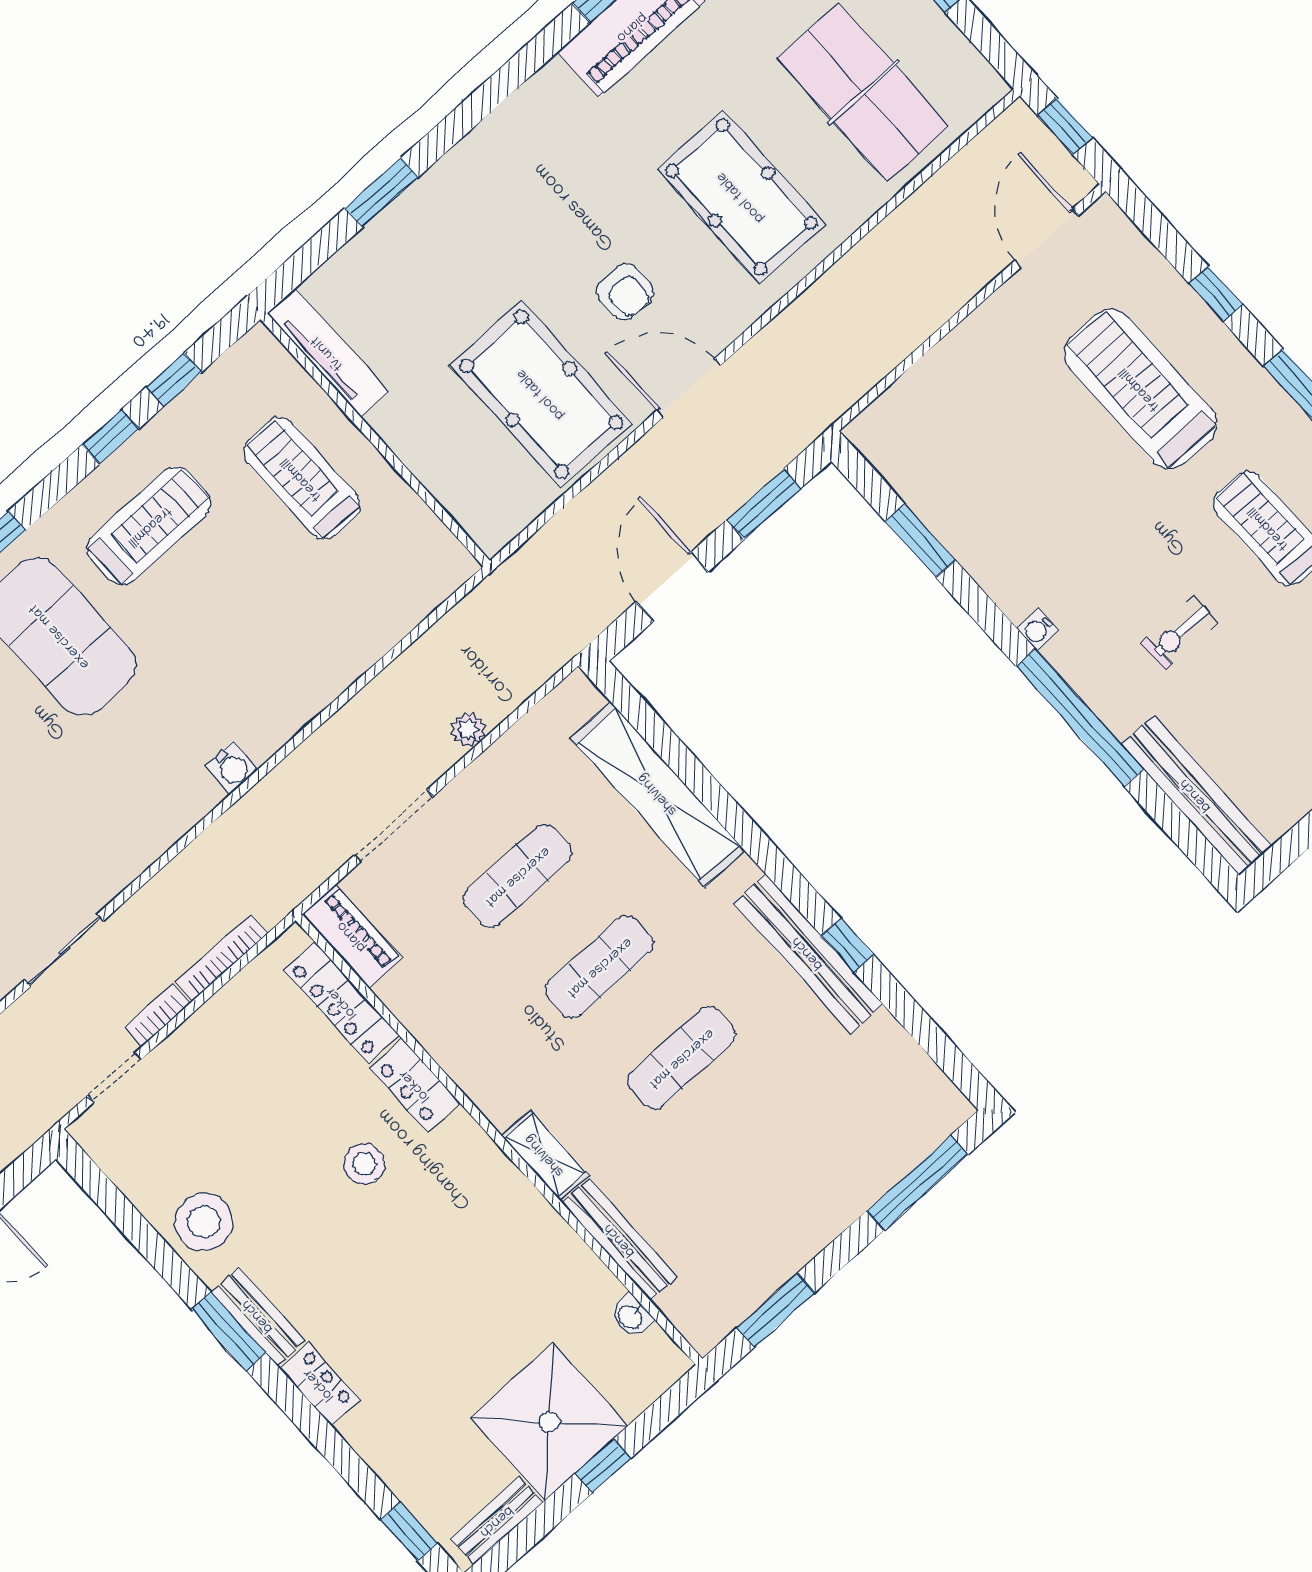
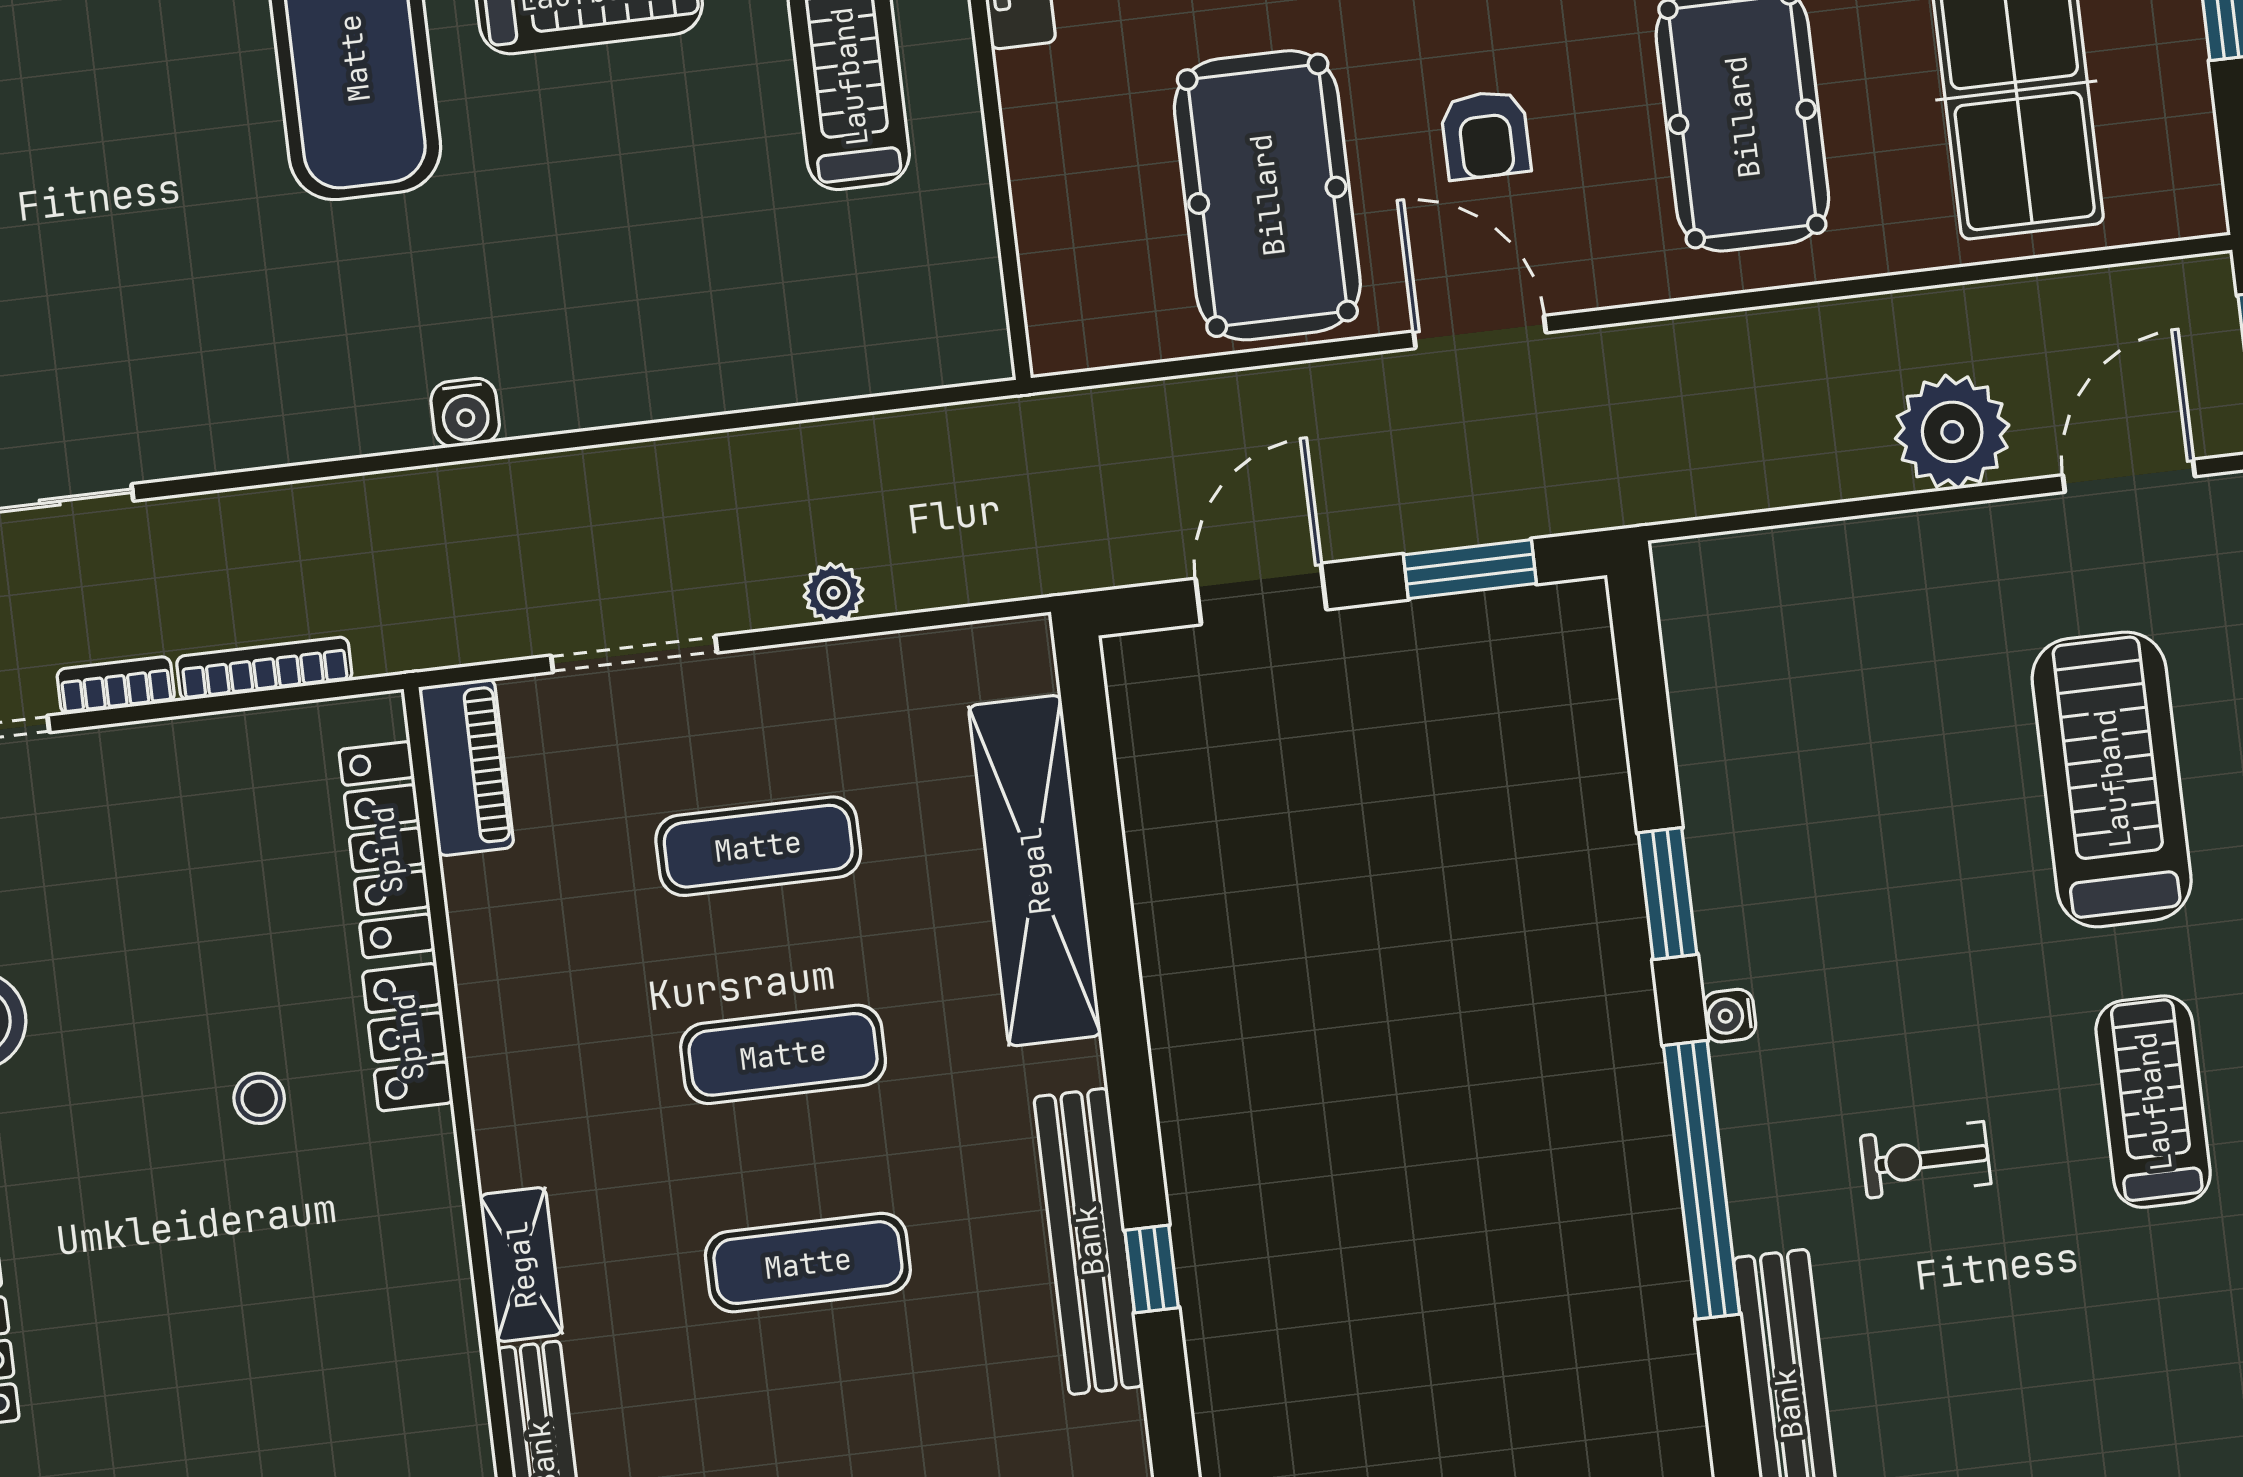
plant: (947, 277) -> (1952, 432), added
window: (920, 541) -> (1667, 894), moved
stool: (364, 1164) -> (259, 1098), width x0.73, depth x0.73

